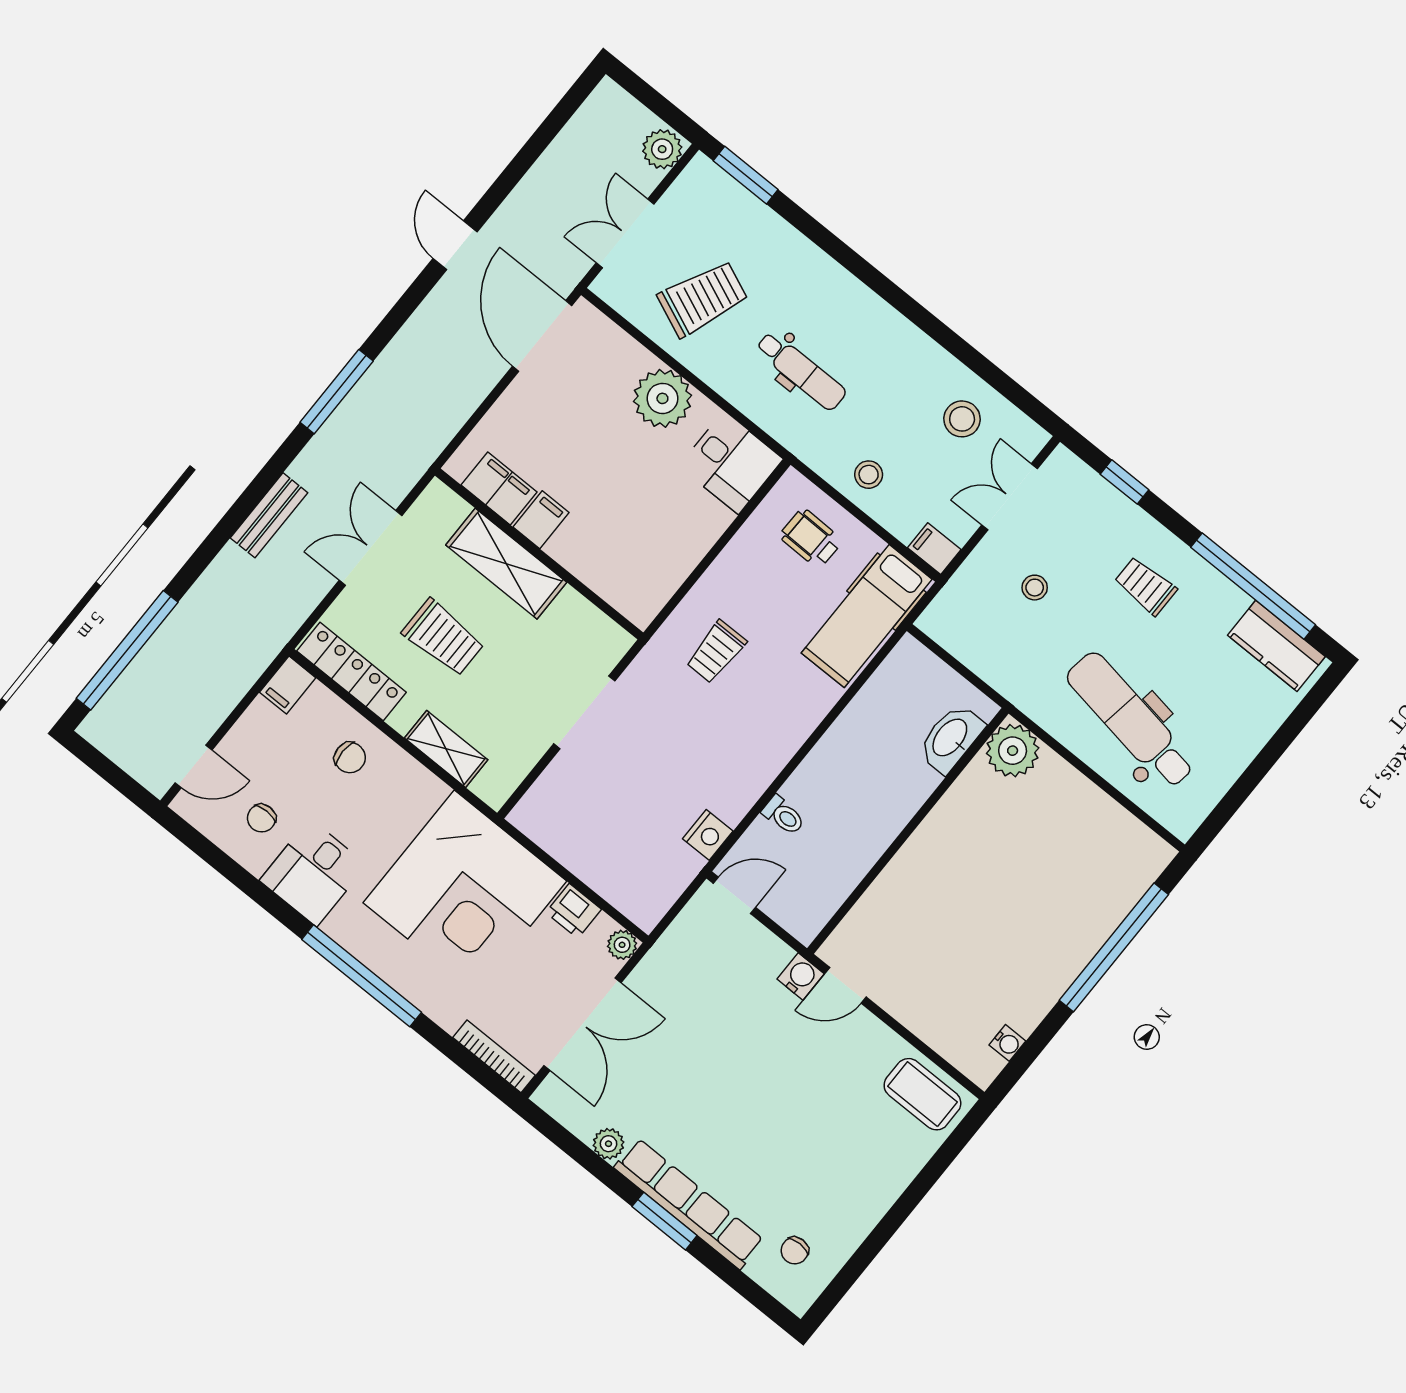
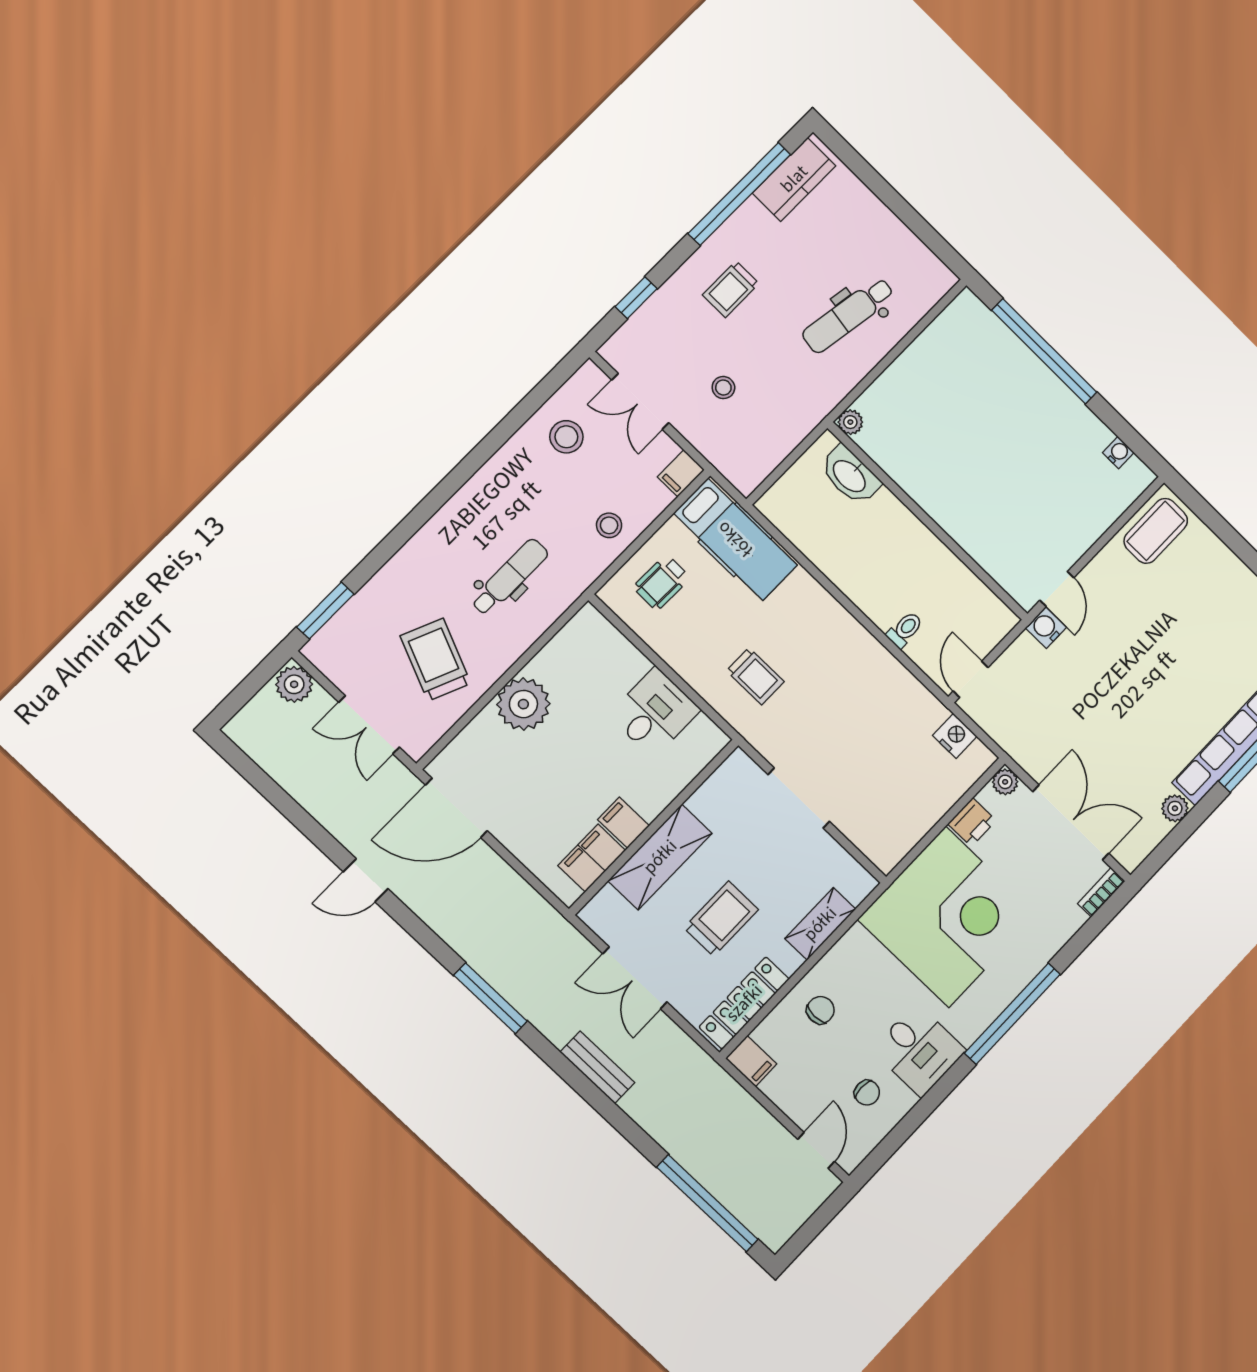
desk: (731, 463) -> (654, 712), moved
dental chair: (1131, 720) -> (848, 315), width x0.73, depth x0.72
plant: (1013, 751) -> (850, 422), width x0.53, depth x0.53
nightstand: (708, 835) -> (955, 736), moved
bookcase: (494, 1056) -> (1101, 892), width x0.64

